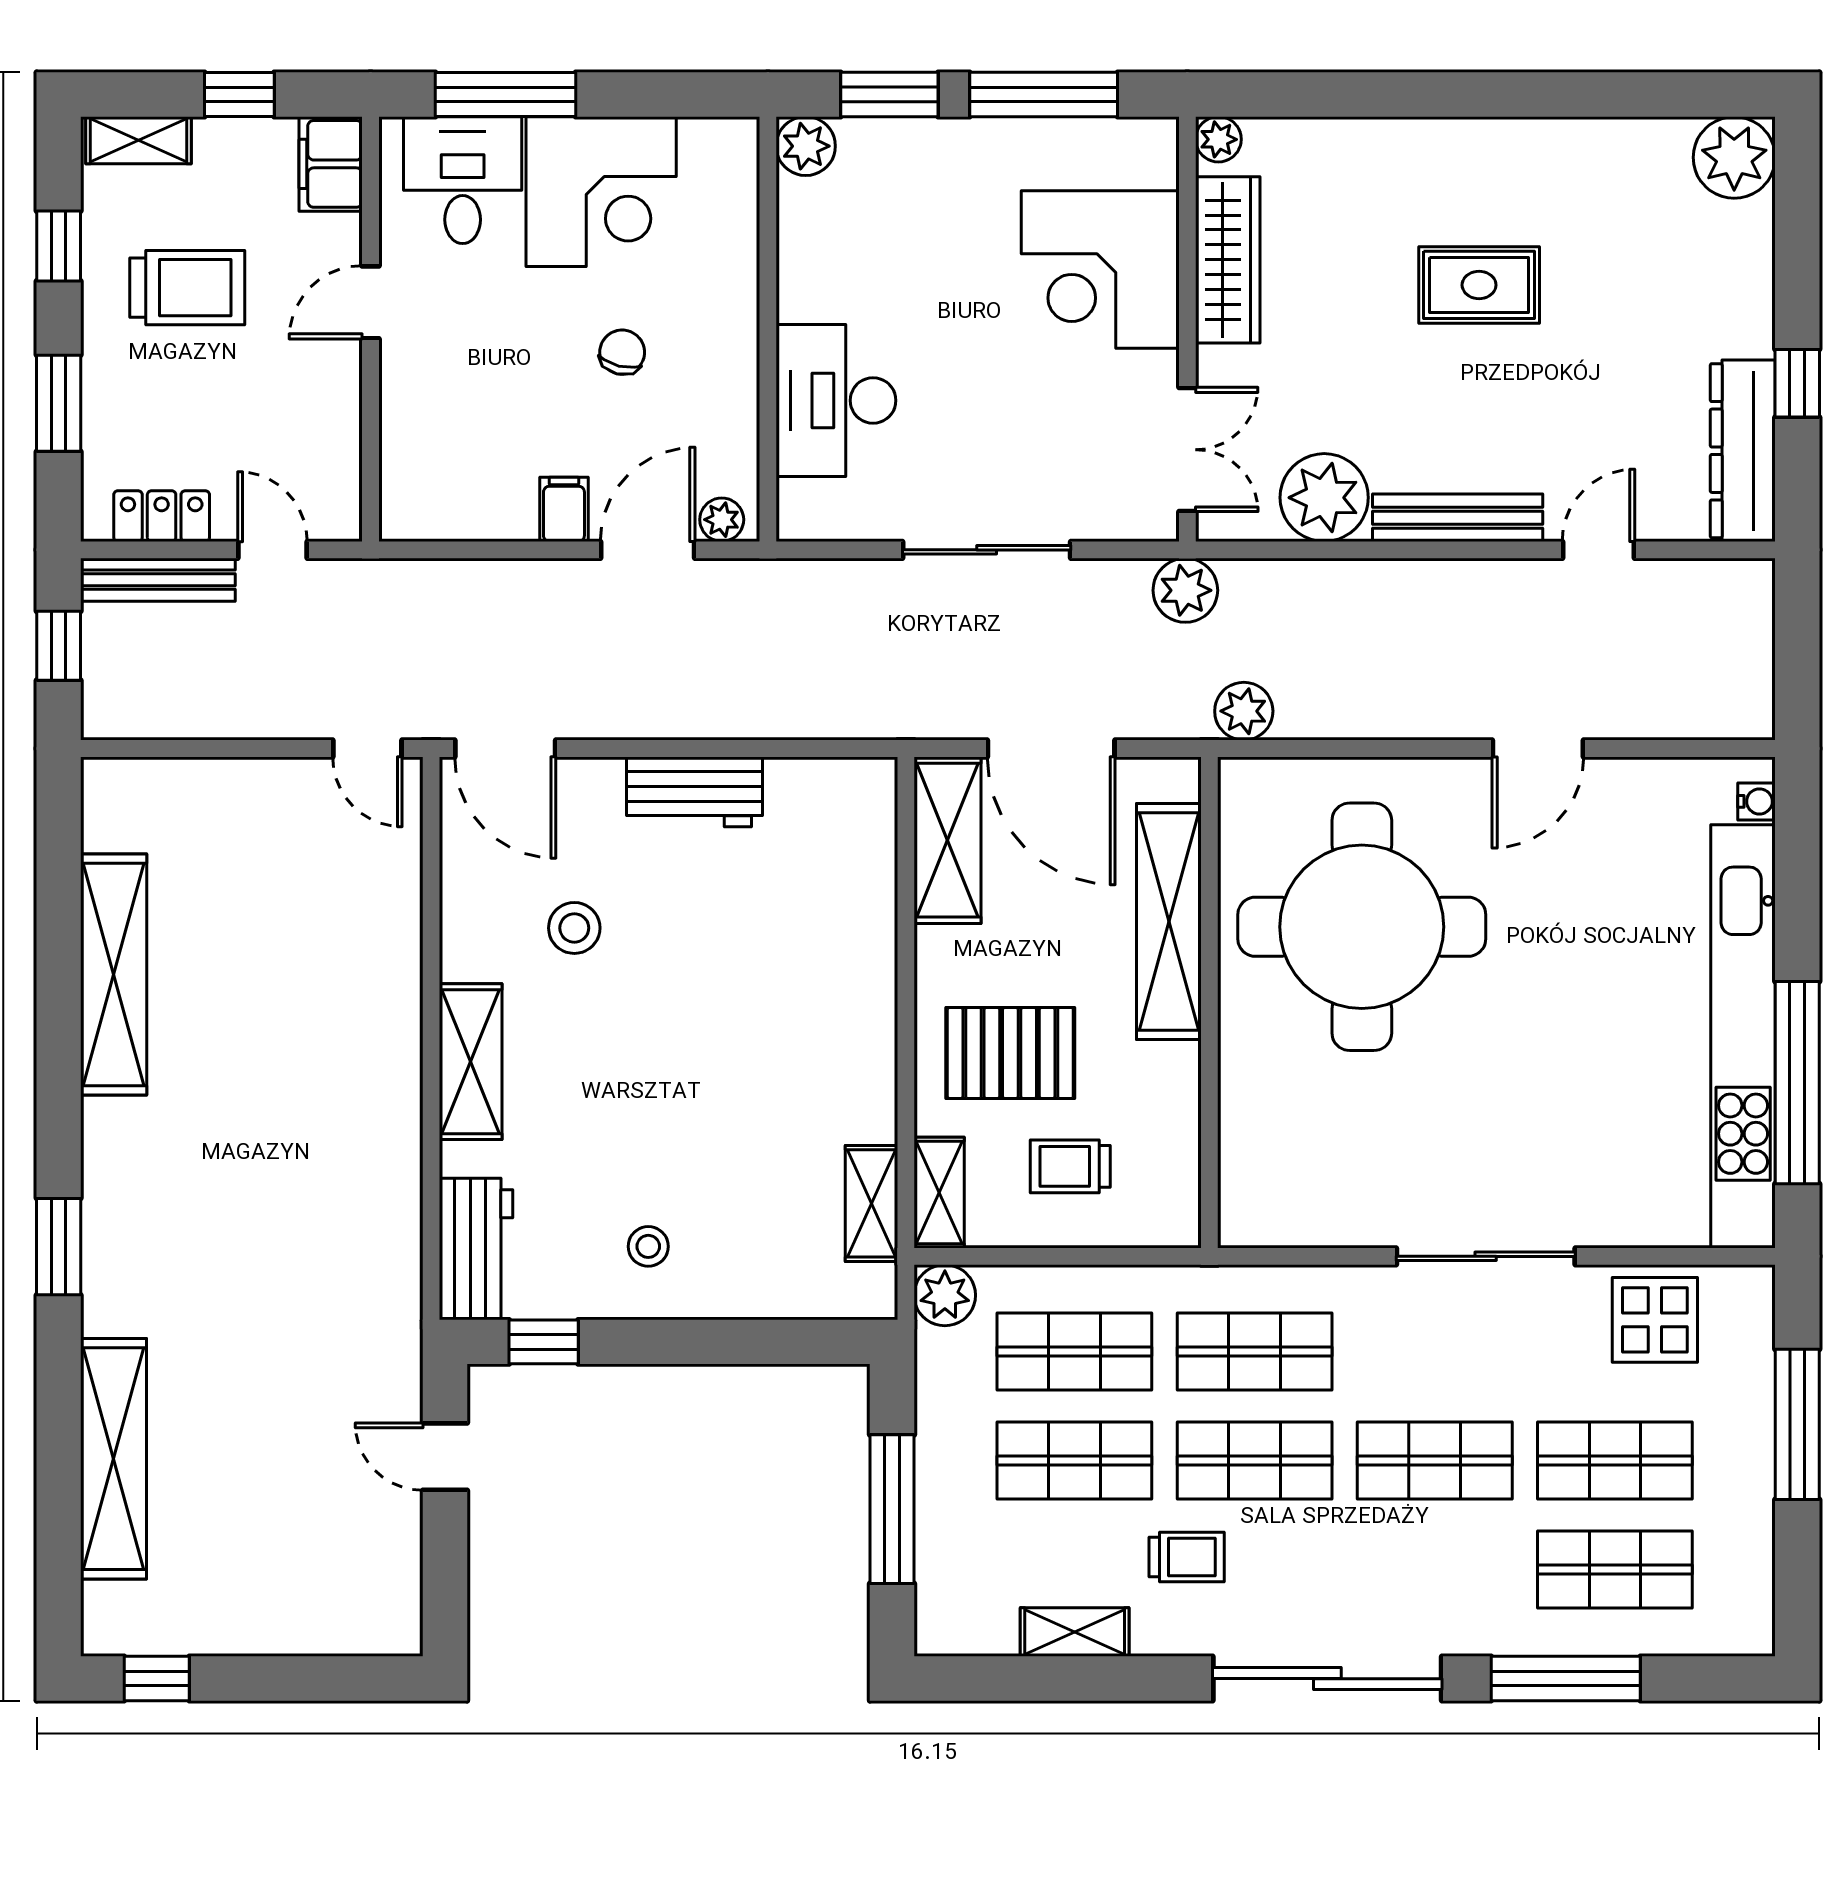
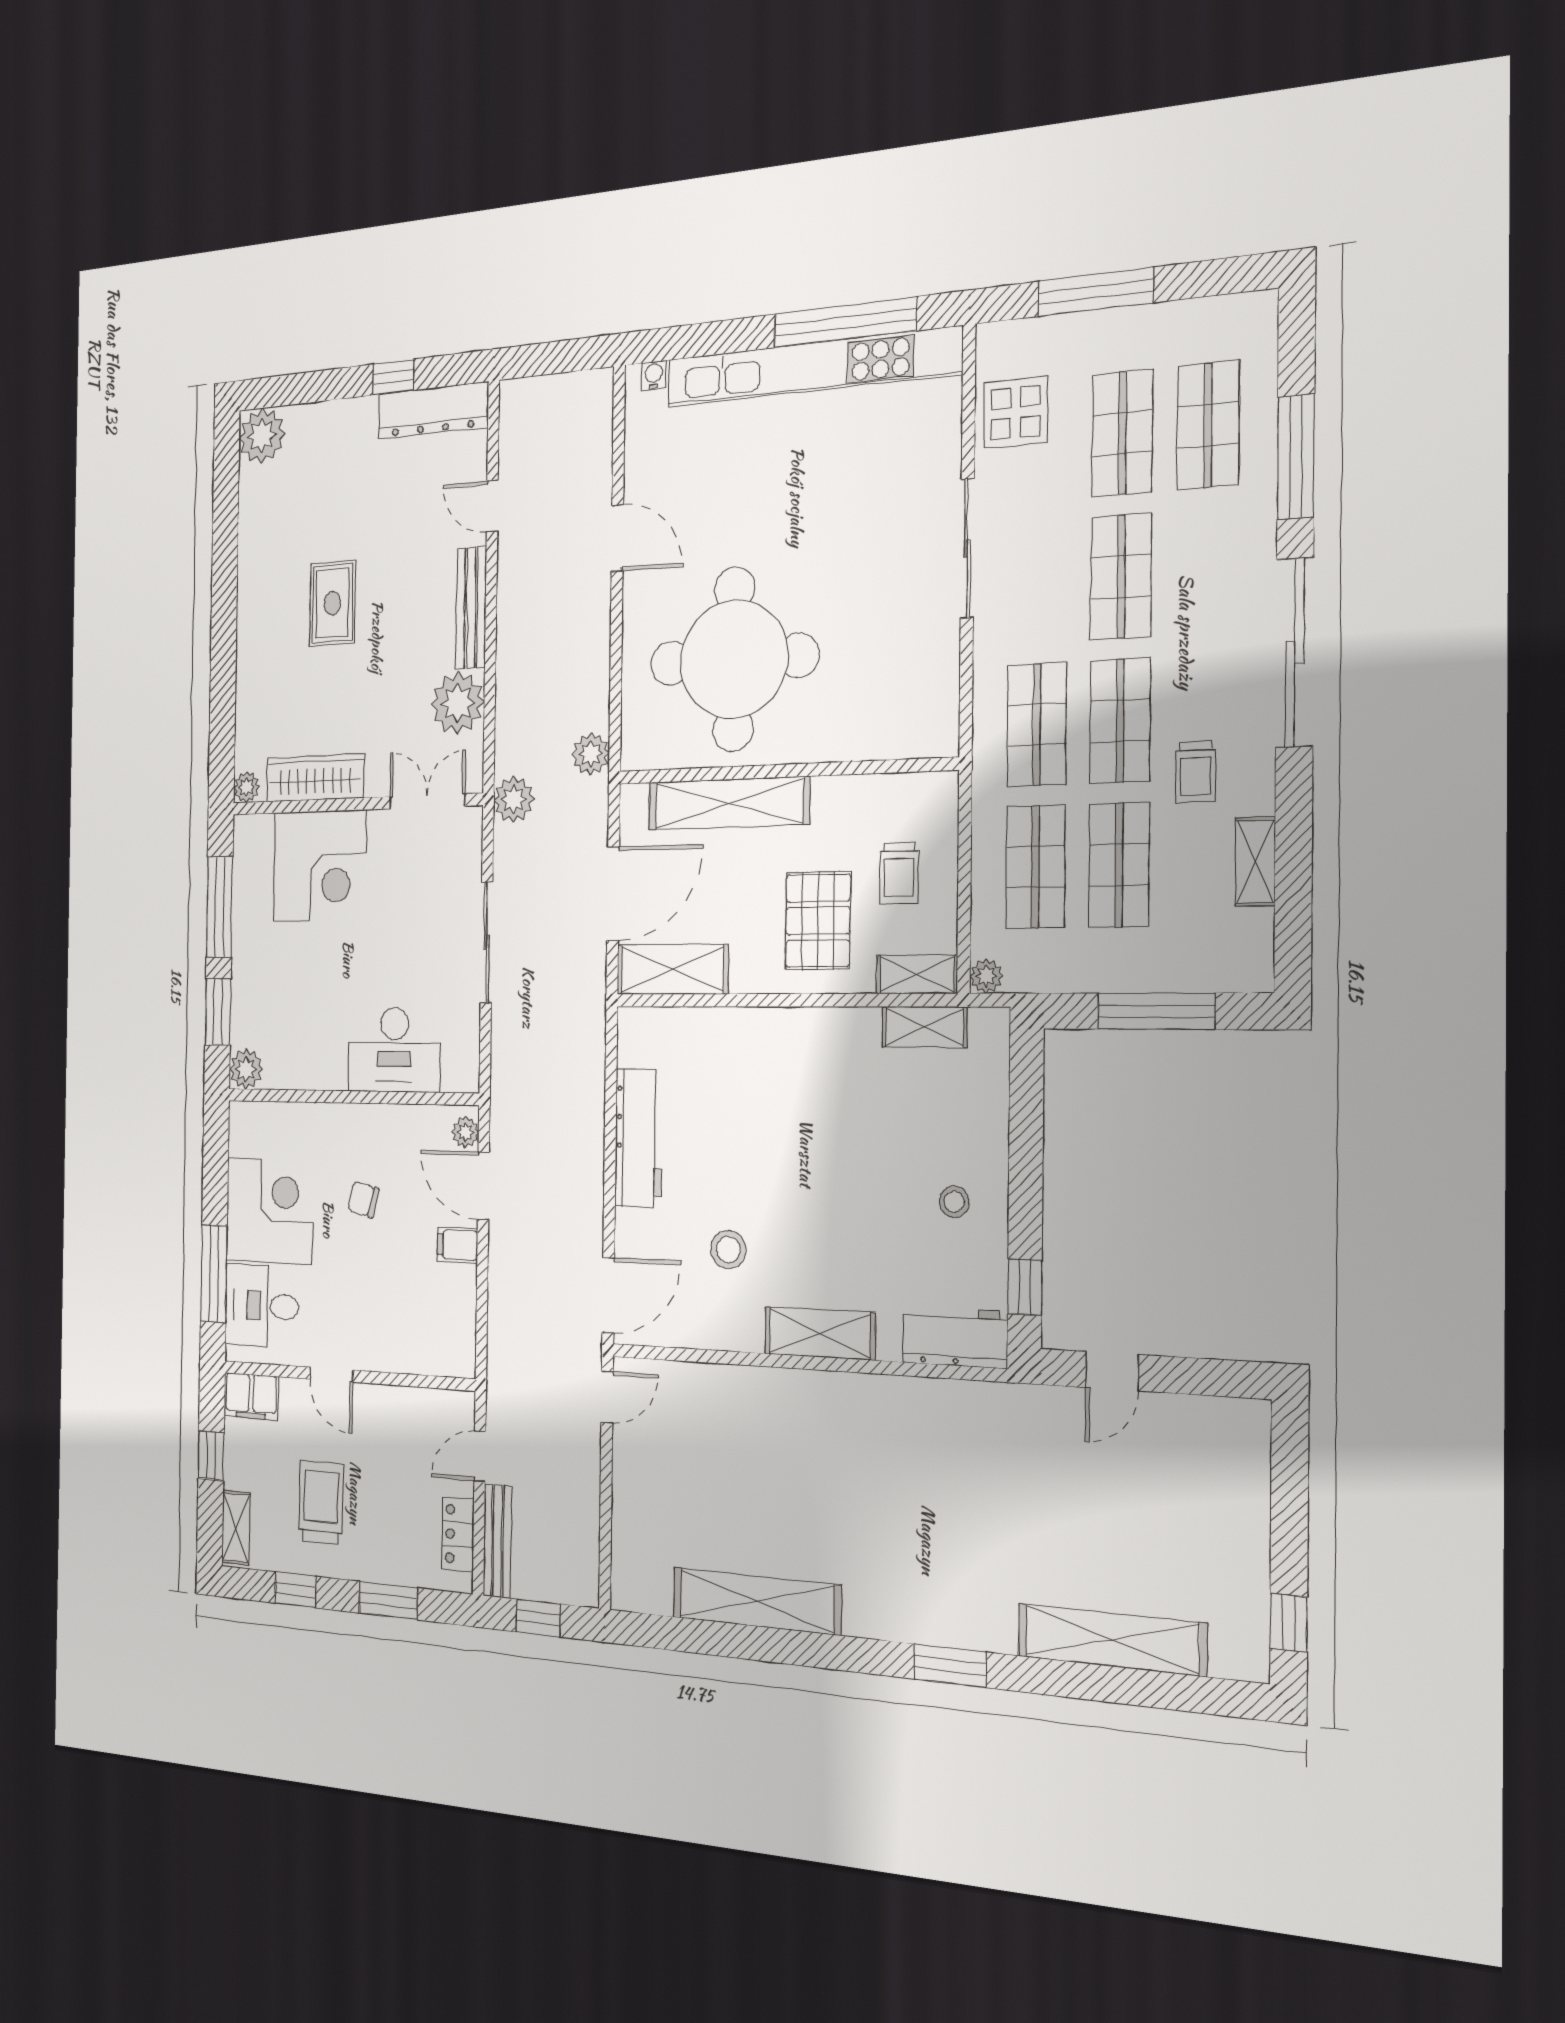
workbench: (694, 792) -> (639, 1138), width x1.38
plant: (945, 1295) -> (986, 976), width x0.73, depth x0.73
trolley: (1187, 1557) -> (1196, 772), turned 180

